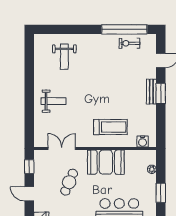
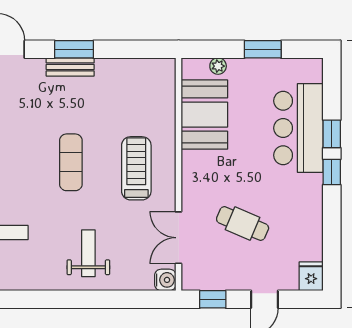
exercise mat: (101, 92) -> (71, 162), added
treadmill: (110, 127) -> (136, 168), moved
water cooler: (143, 142) -> (165, 280), moved
booth: (106, 162) -> (204, 115), moved

